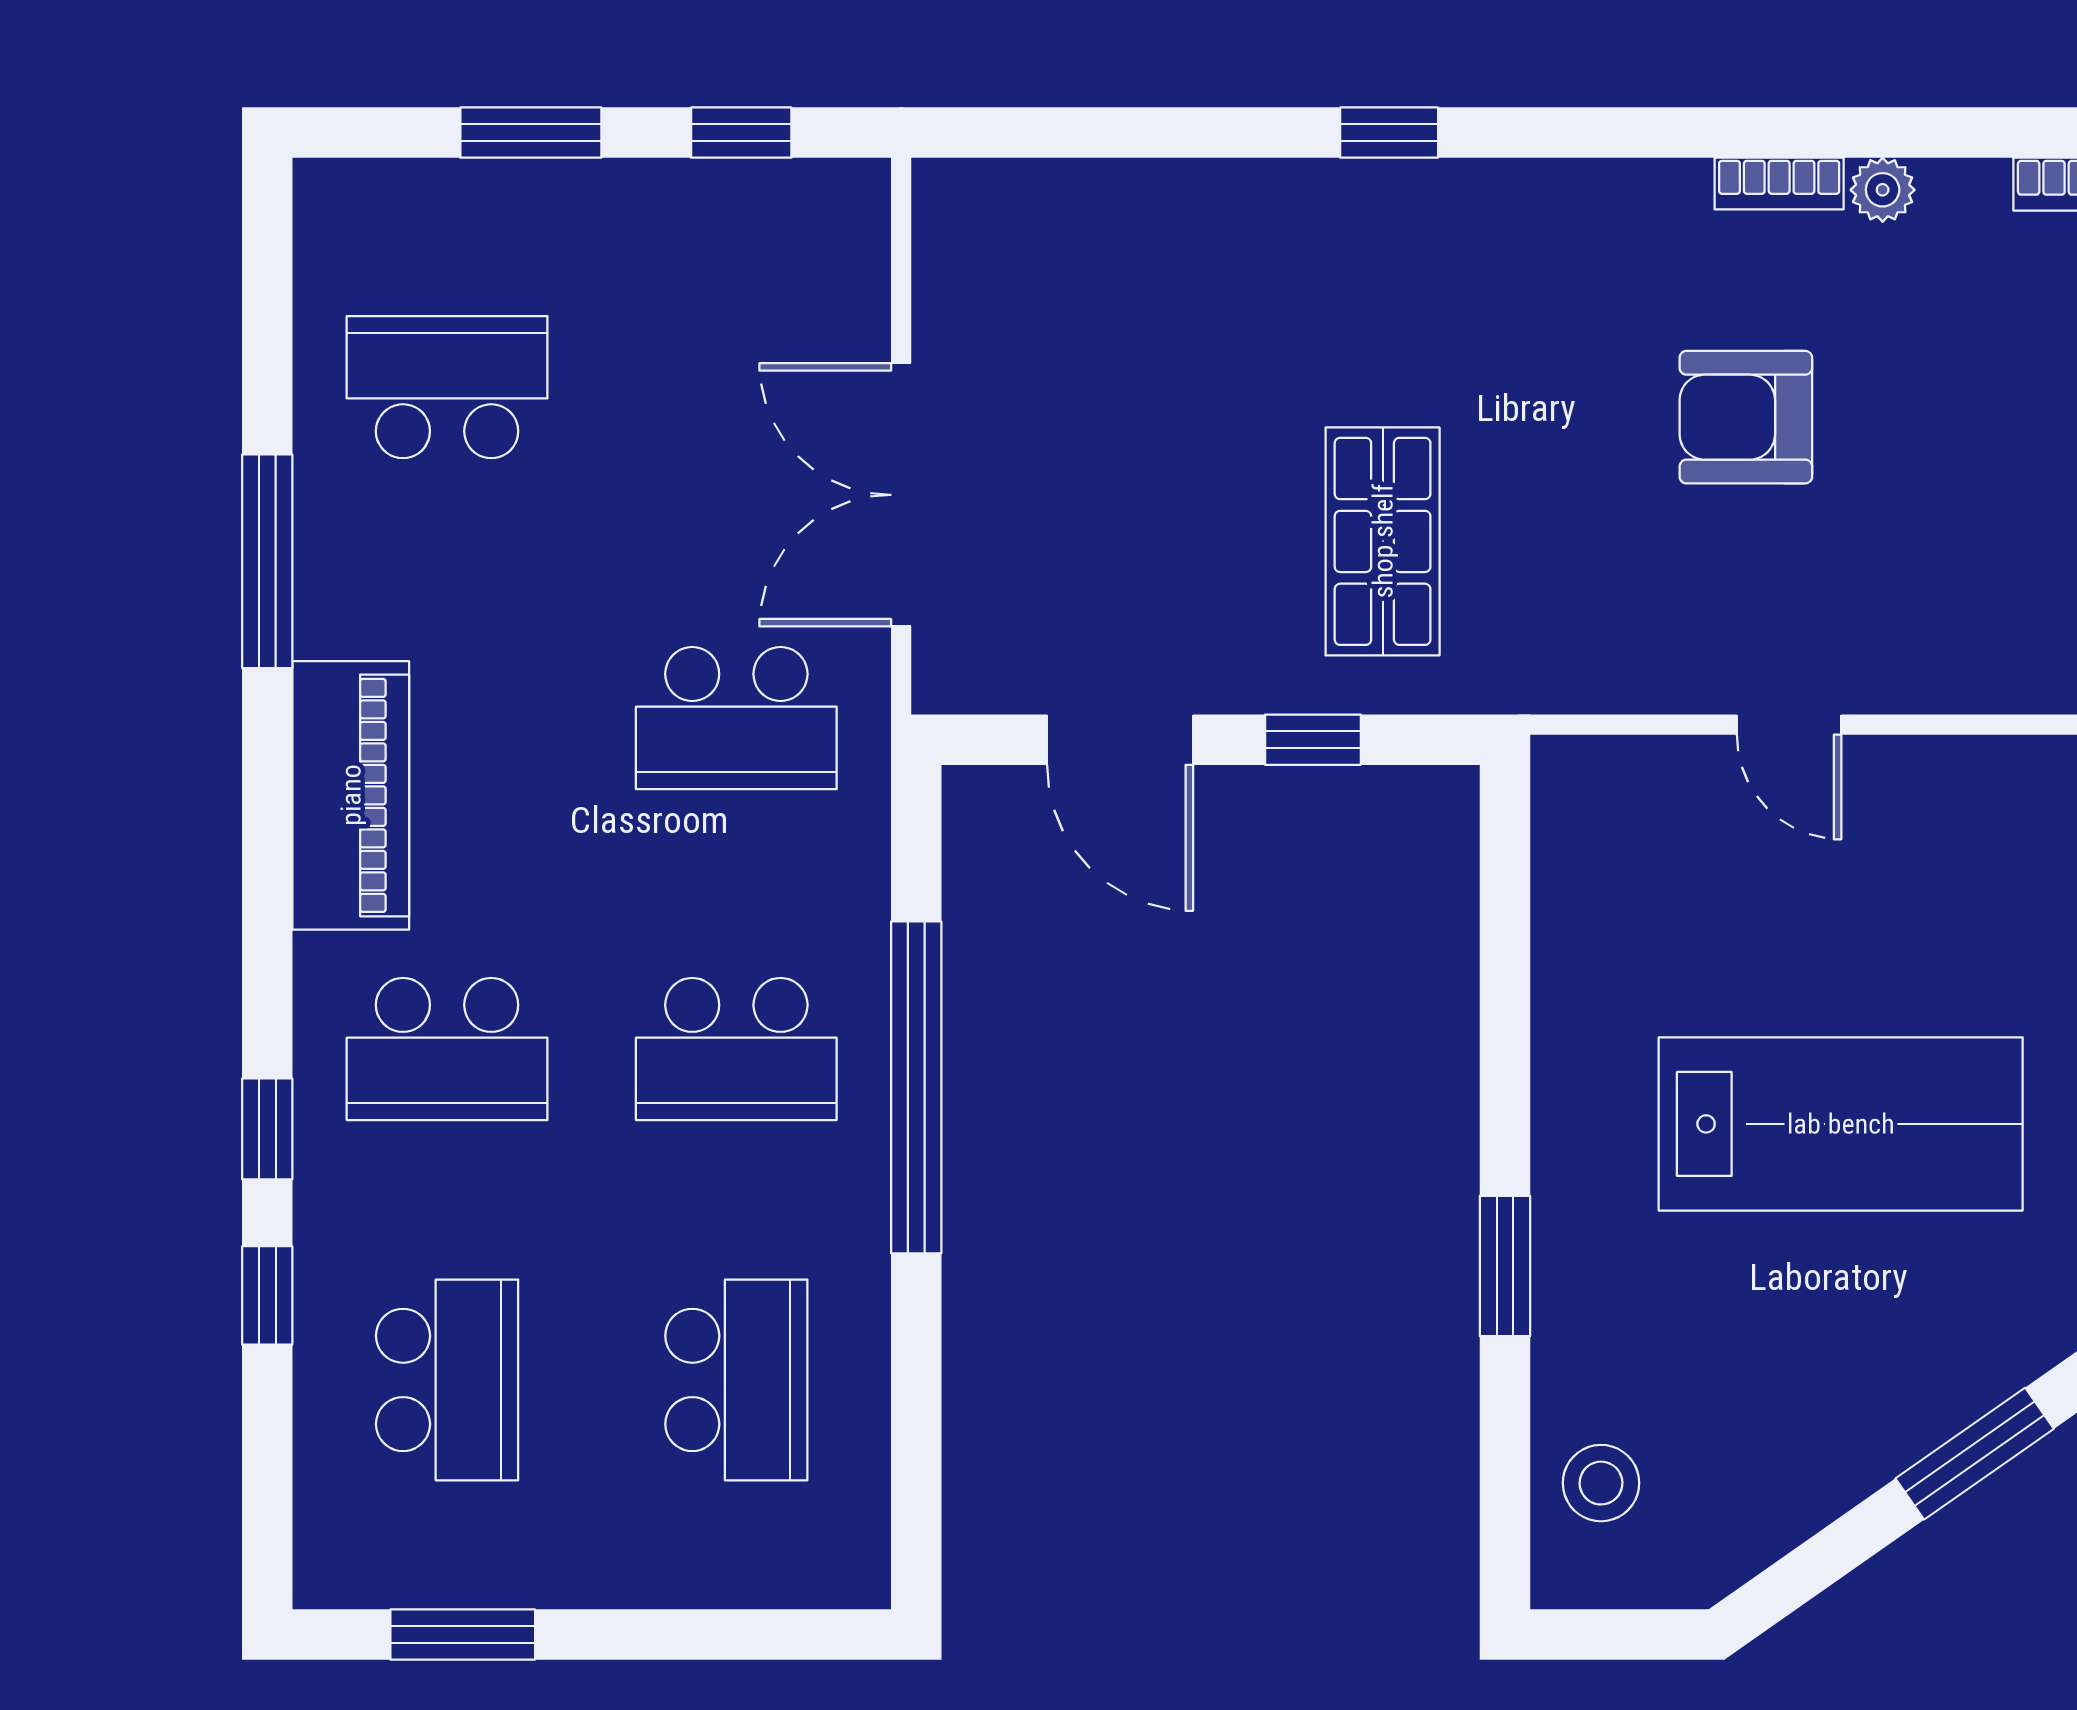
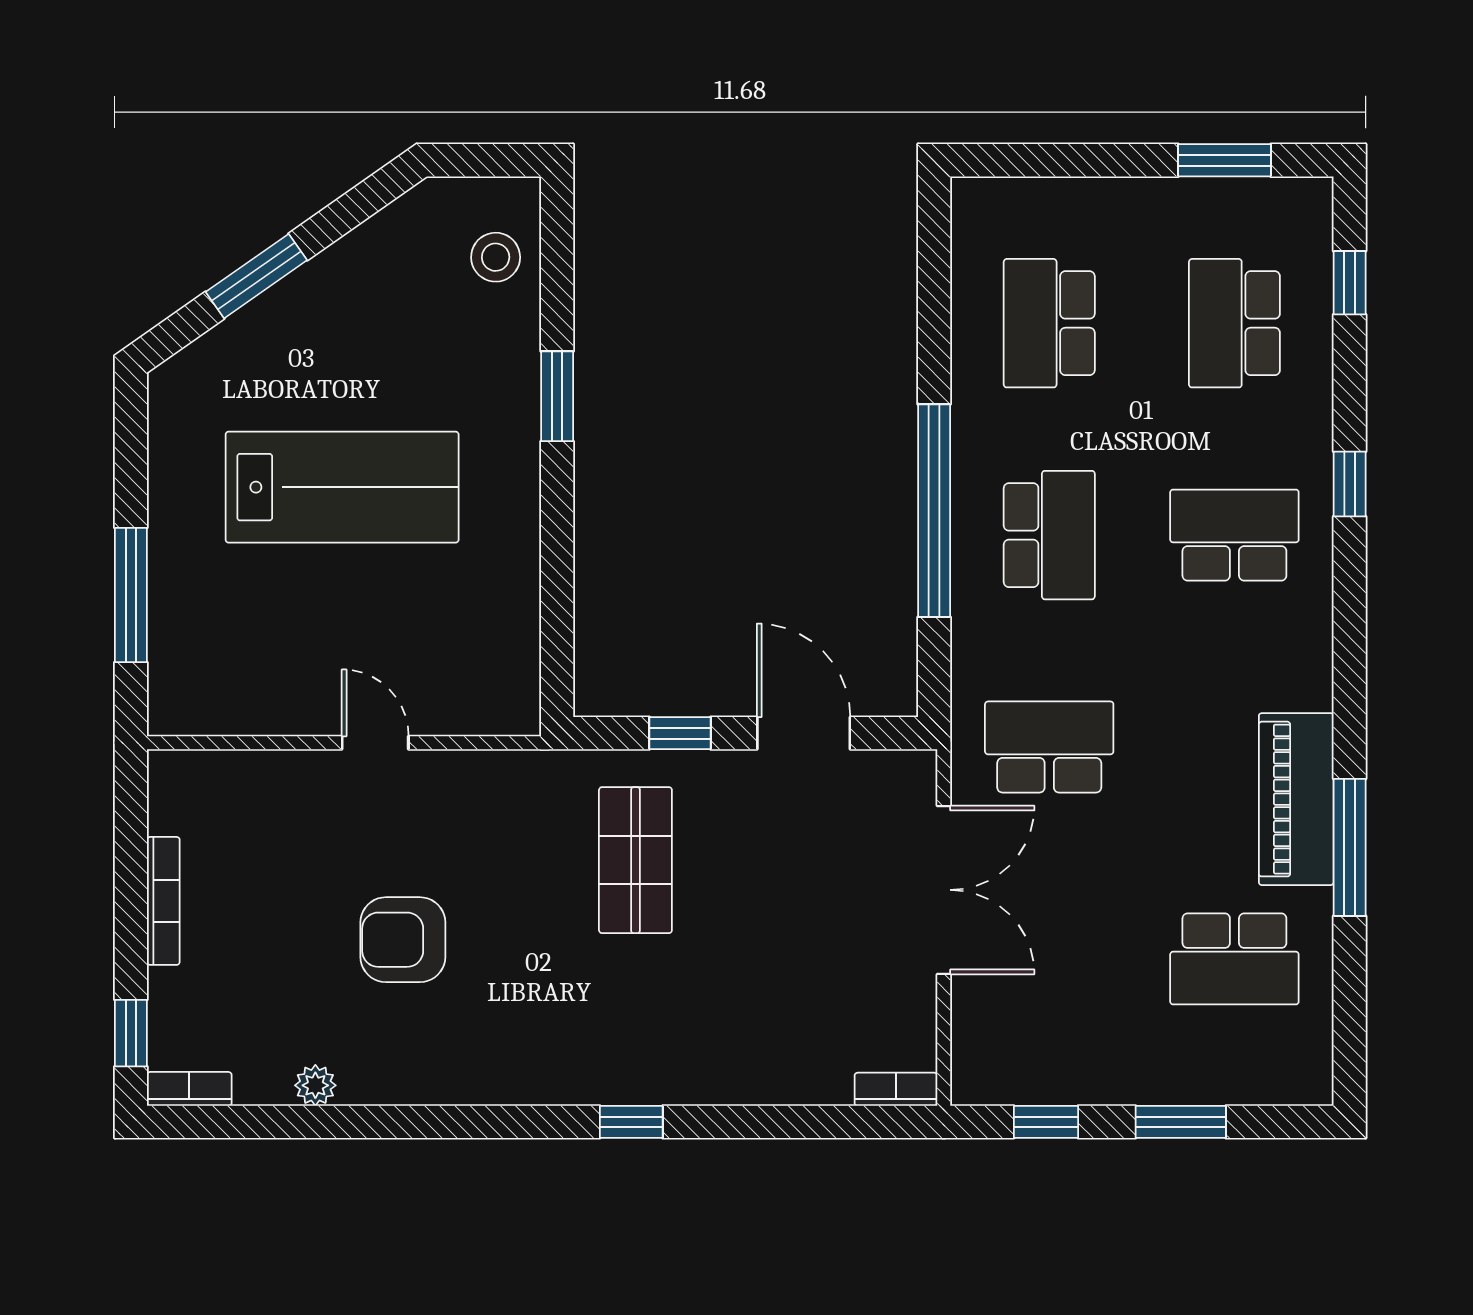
bookcase: (1779, 183) -> (896, 1089), moved
armchair: (1746, 417) -> (403, 940), turned 180
piano: (351, 795) -> (1296, 799), moved
school desk: (736, 1049) -> (1049, 535), turned 90
lab bench: (1841, 1124) -> (342, 487), turned 180
window: (267, 1295) -> (1350, 283), moved

